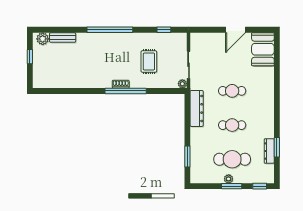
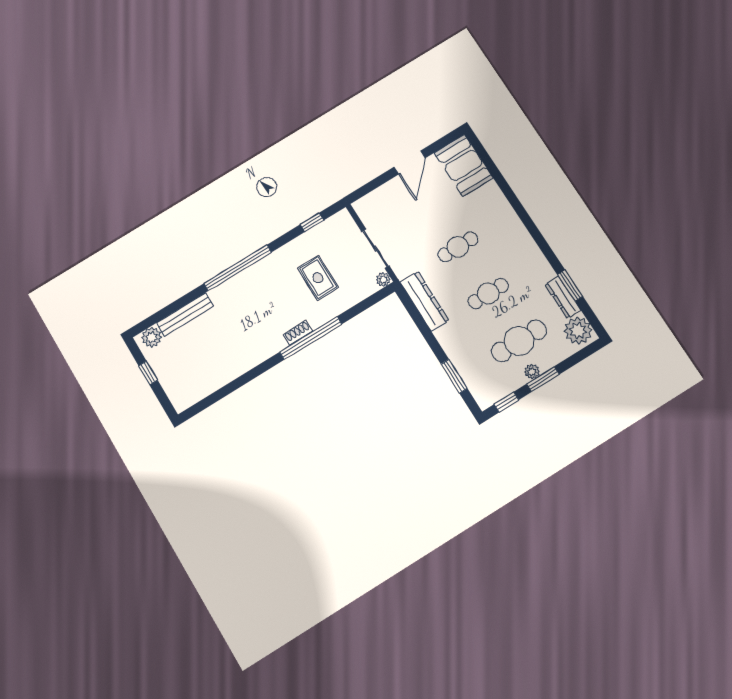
bench: (63, 38) -> (185, 315), width x1.36
plant: (266, 173) -> (578, 331), added
window: (260, 186) -> (506, 402), moved

